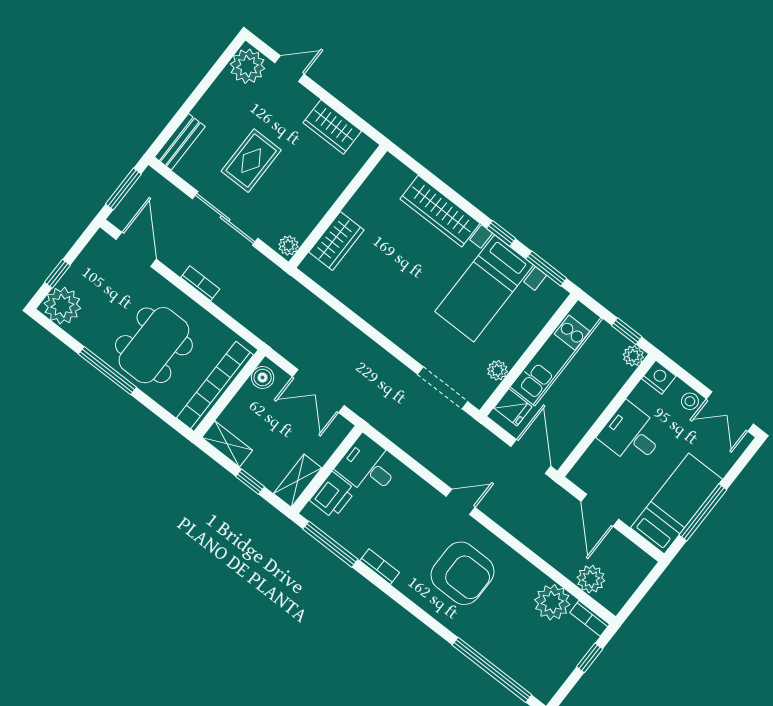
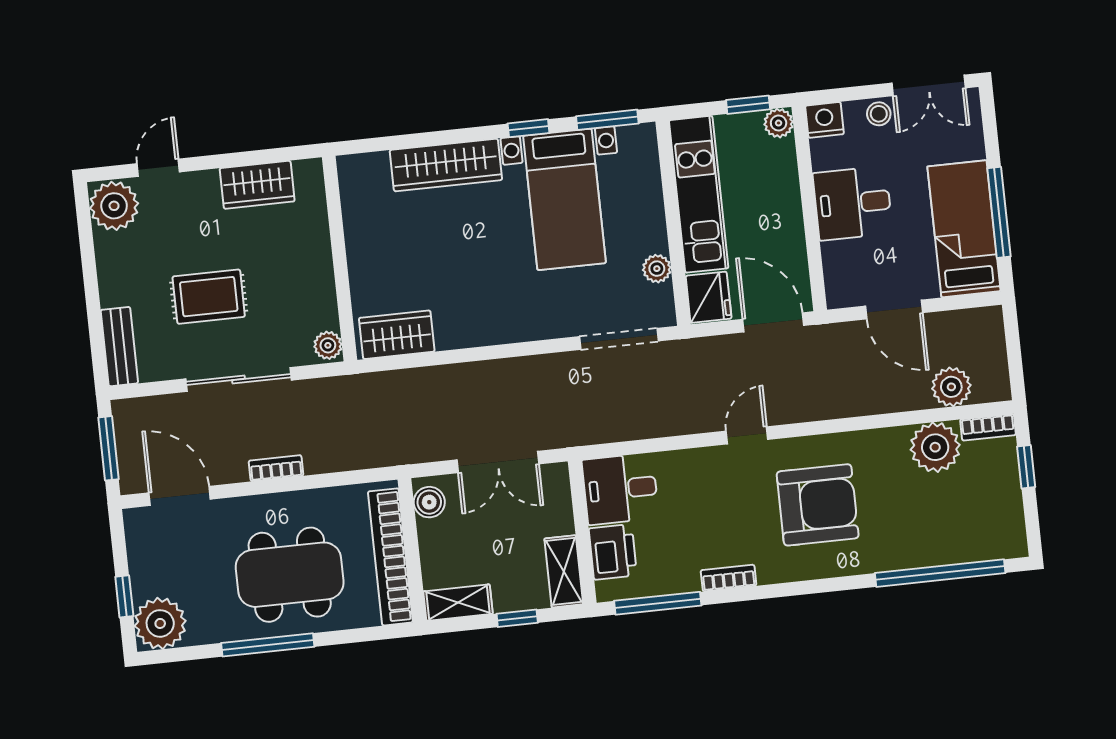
rug: (251, 161) -> (209, 297), turned 90
wardrobe: (336, 241) -> (397, 335), moved, turned -90
dining table: (154, 345) -> (290, 575), turned 90
fridge: (513, 407) -> (709, 297), width x1.38

